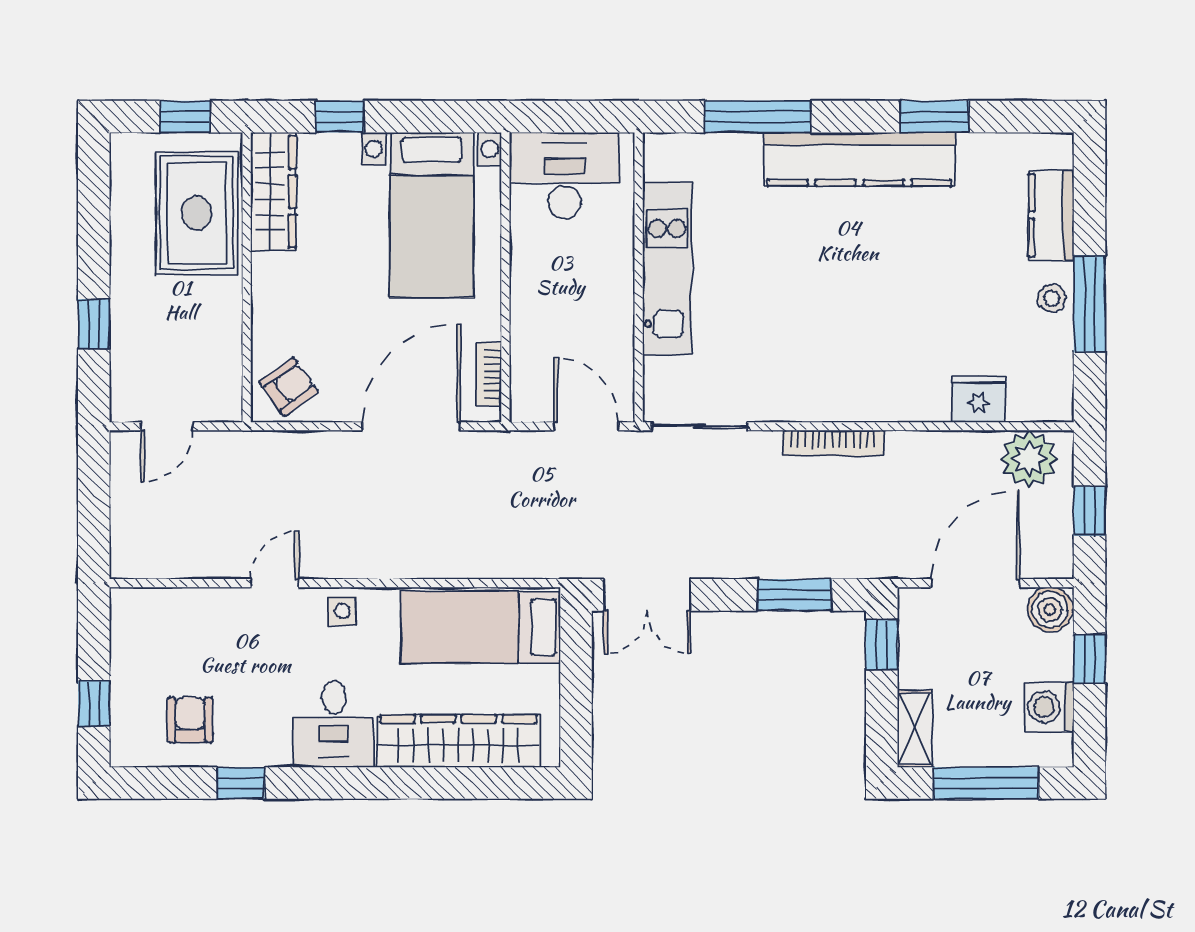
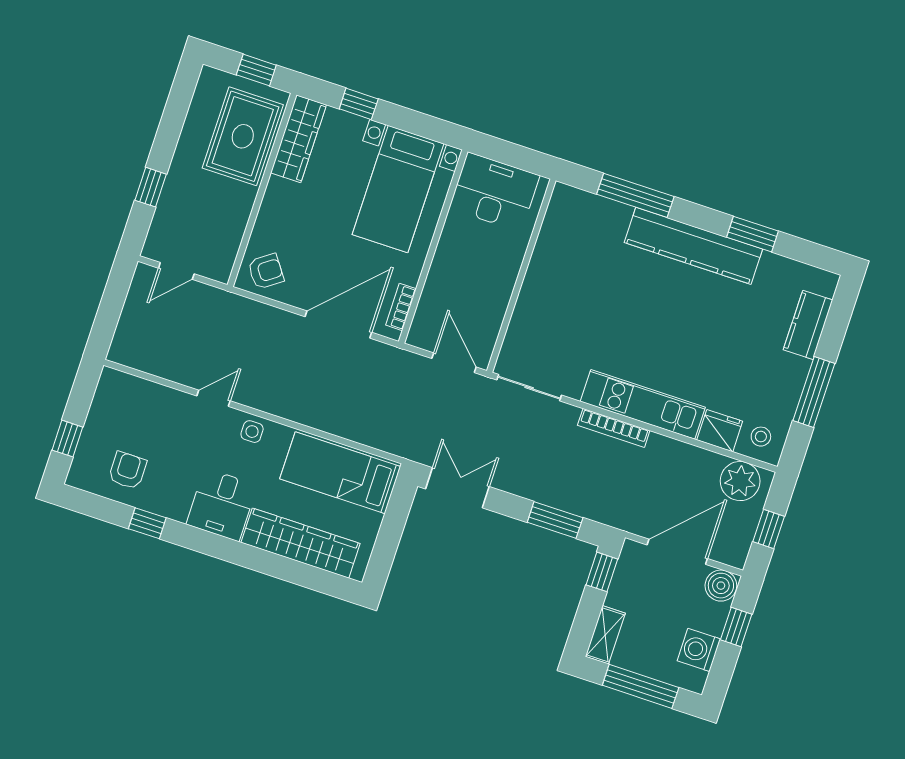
kitchen unit: (667, 268) -> (643, 404), moved, turned -90
stool: (1052, 298) -> (761, 437), moved
double door: (647, 595) -> (457, 488), swing flipped

